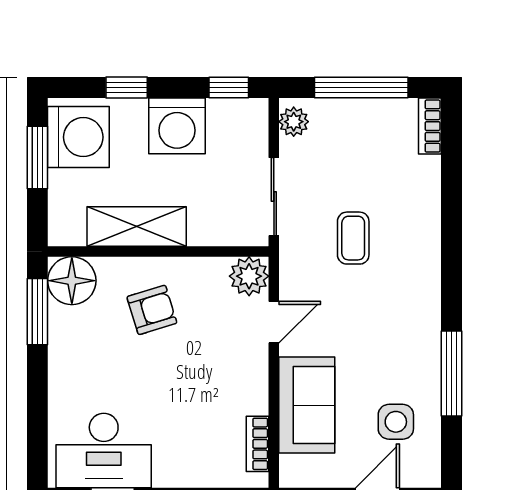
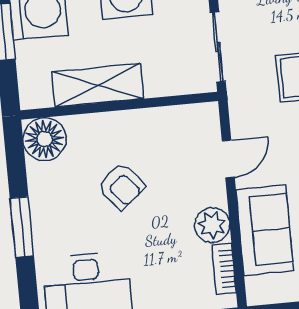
plant: (249, 276) -> (212, 225), moved
armchair: (152, 310) -> (121, 186), moved, turned 67
window: (37, 312) -> (22, 227), moved

